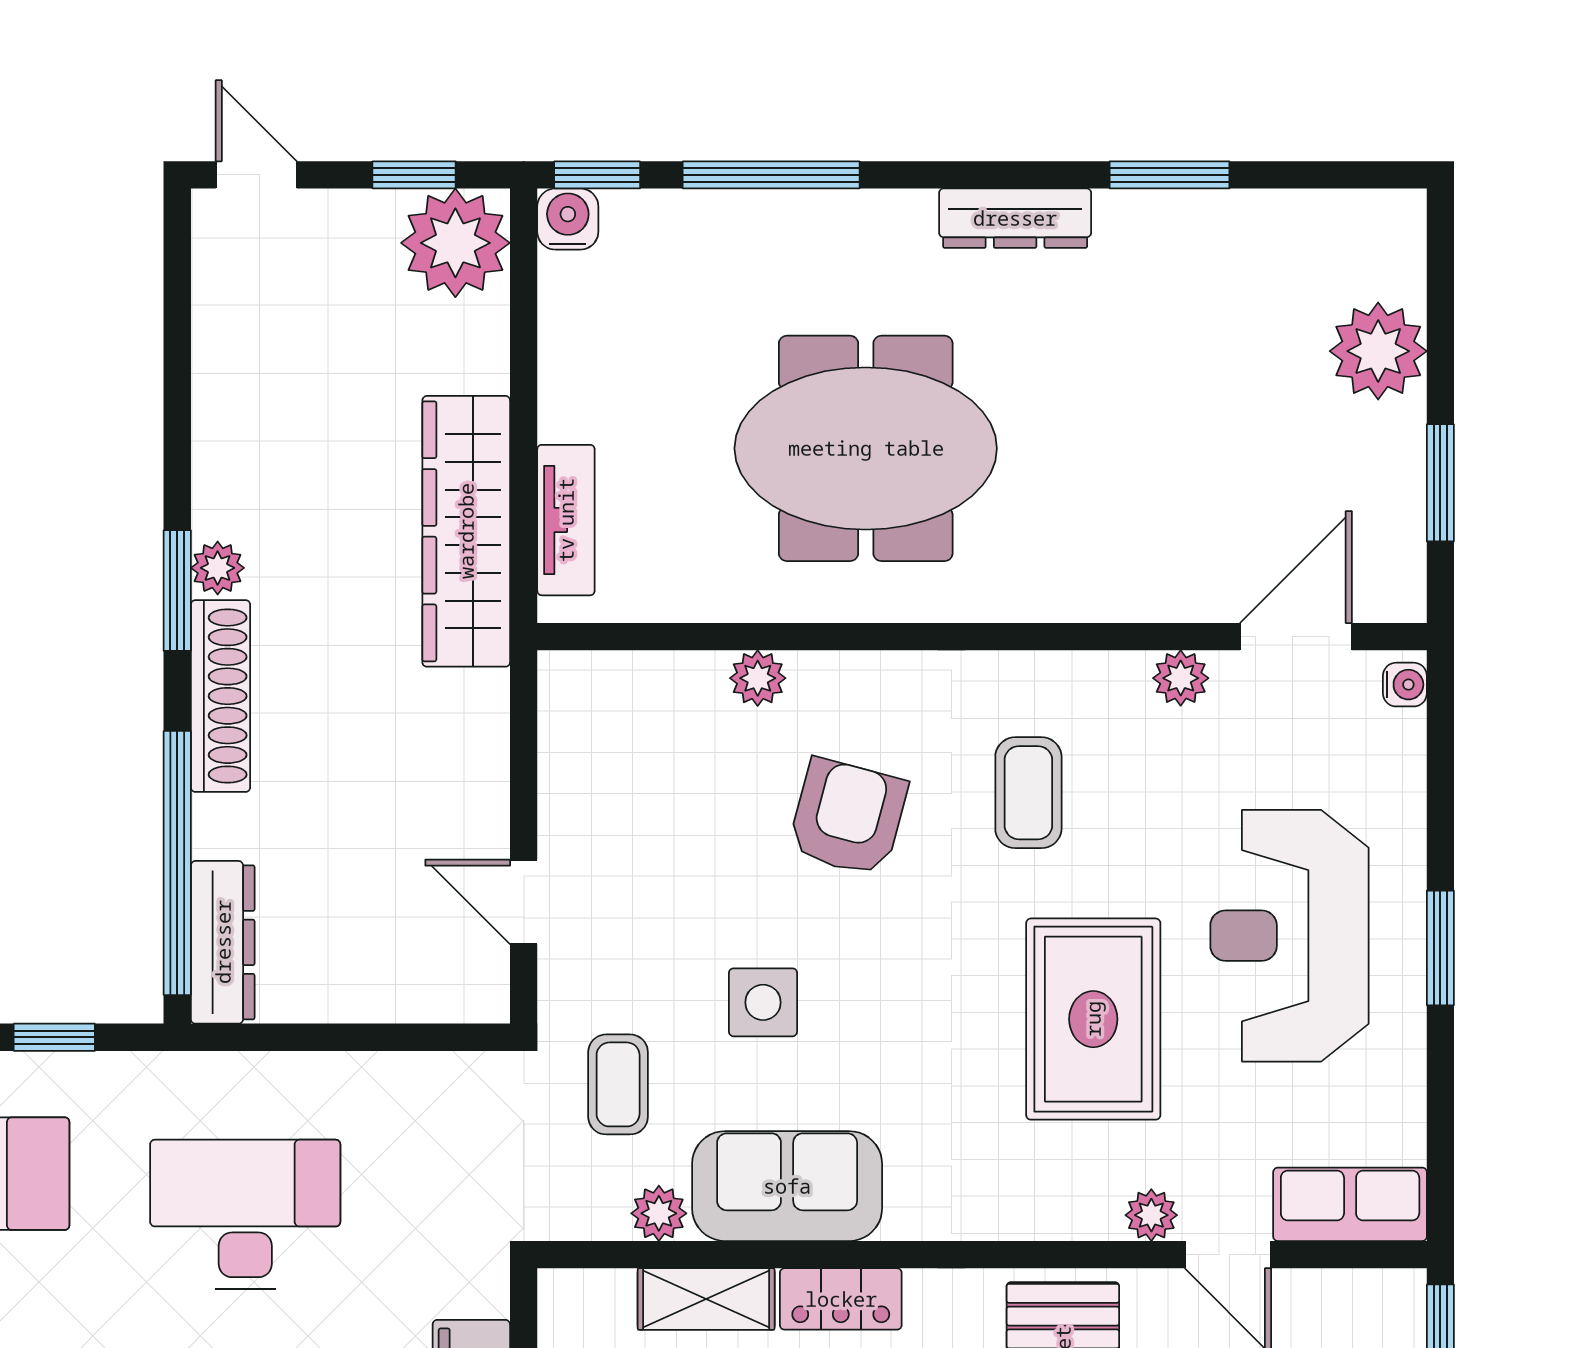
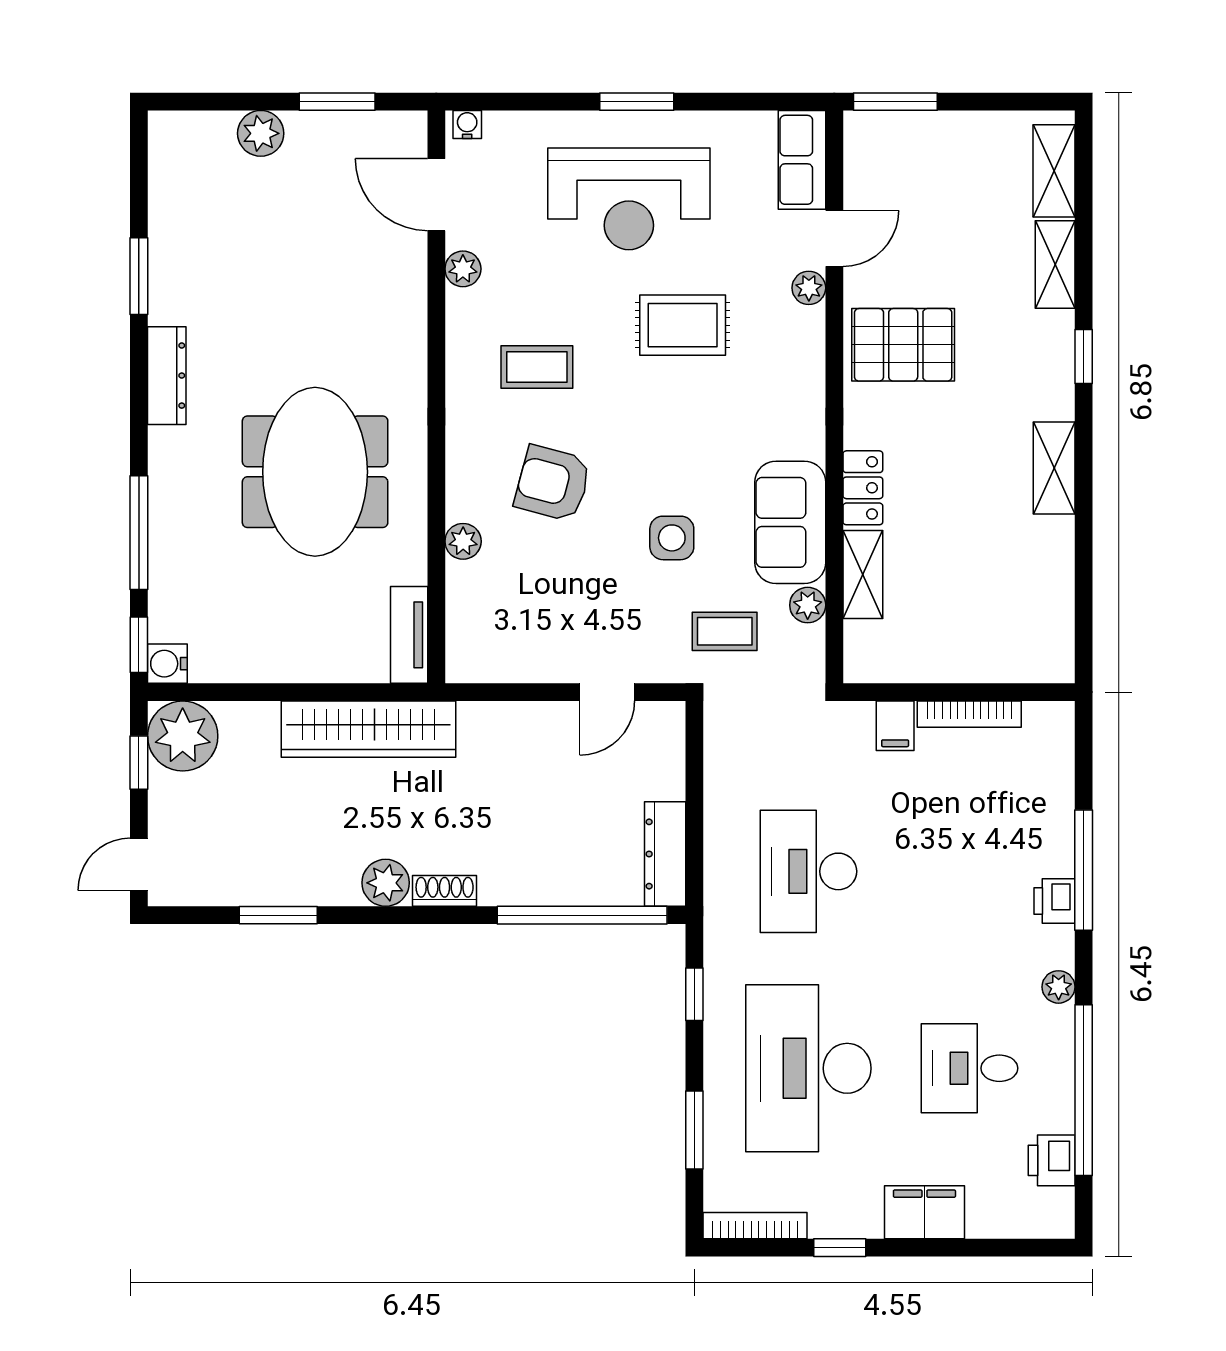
plant: (1378, 351) -> (261, 133), width x0.73, depth x0.73
tv unit: (566, 520) -> (409, 635), moved, turned -90
plant: (218, 568) -> (386, 883), width x1.38, depth x1.38
window: (177, 591) -> (278, 915), moved
shoe rack: (220, 696) -> (445, 891), width x0.51, depth x0.81
dresser: (223, 942) -> (665, 854), moved, turned -90
rug: (1093, 1019) -> (683, 325), width x0.73, depth x0.70

